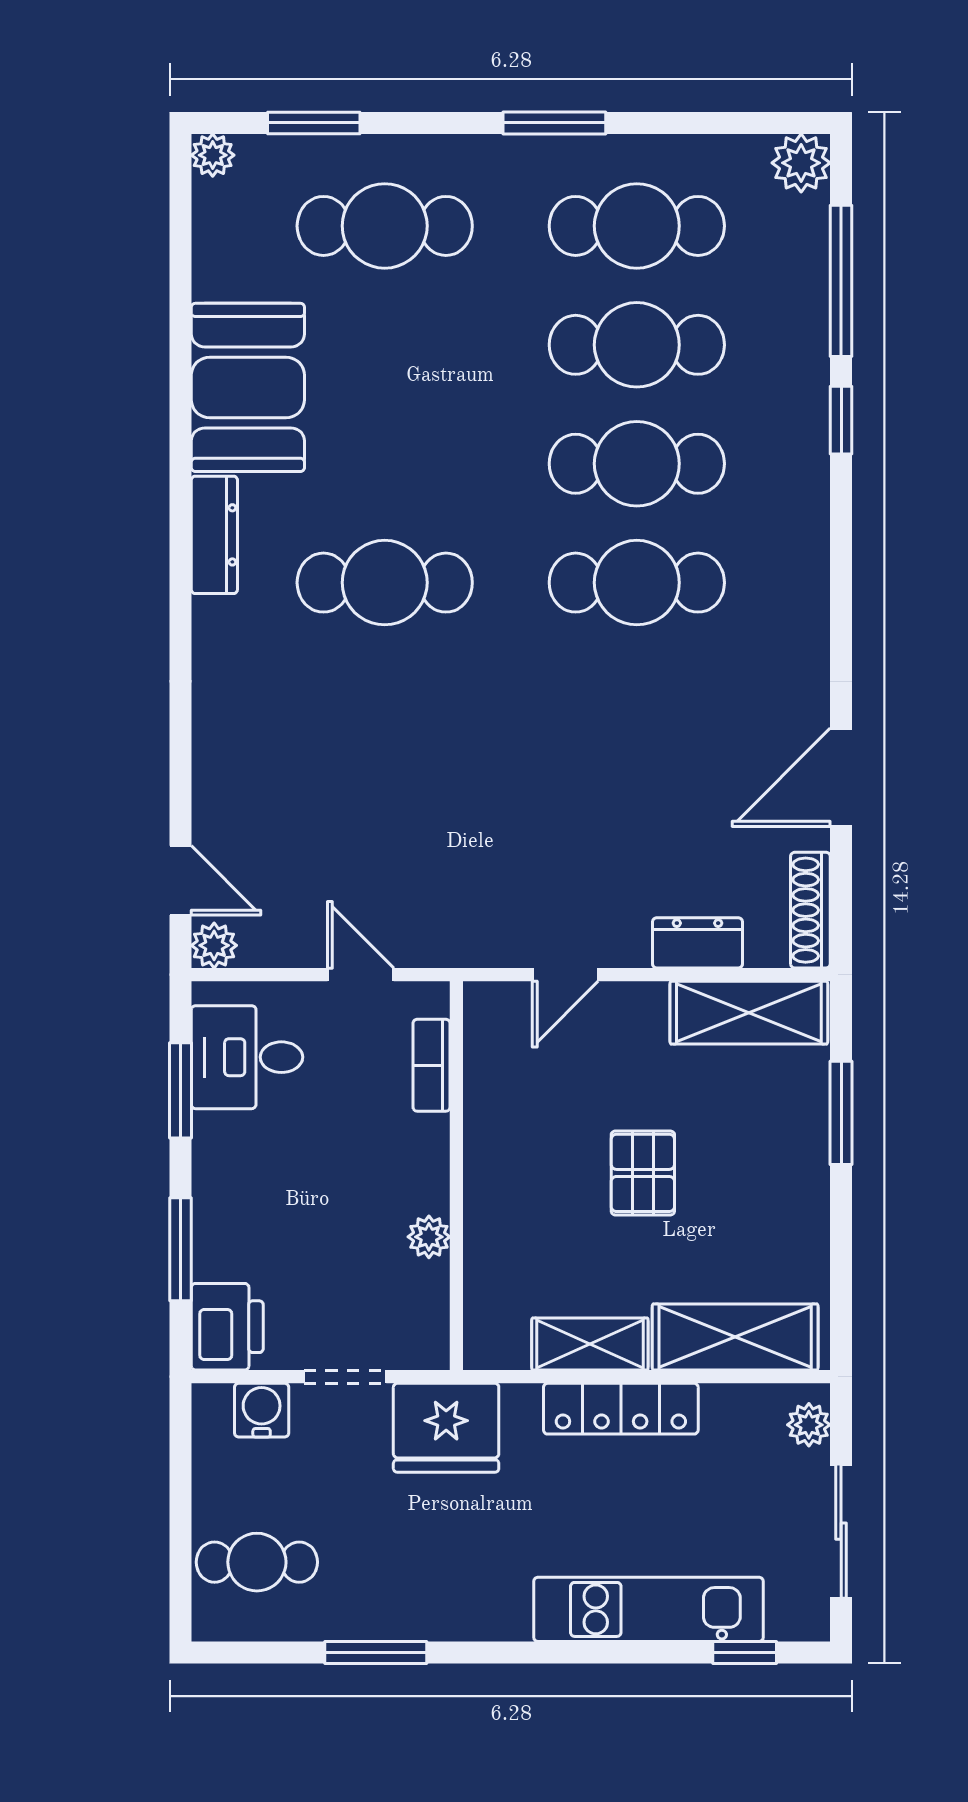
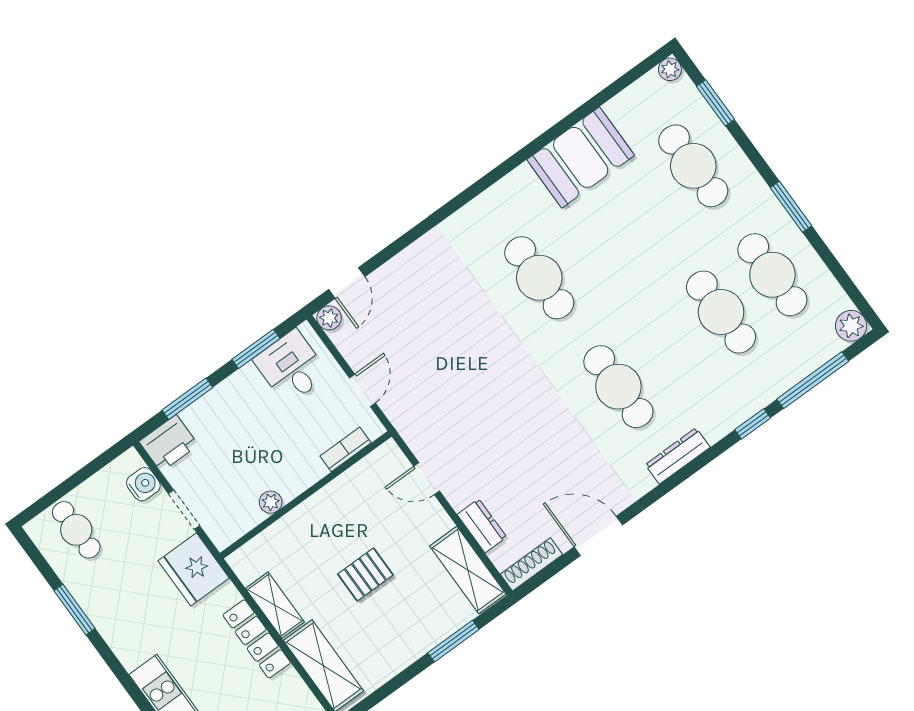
cafe table: (637, 464) -> (670, 349), removed
dresser: (214, 535) -> (678, 456), moved, turned 180

